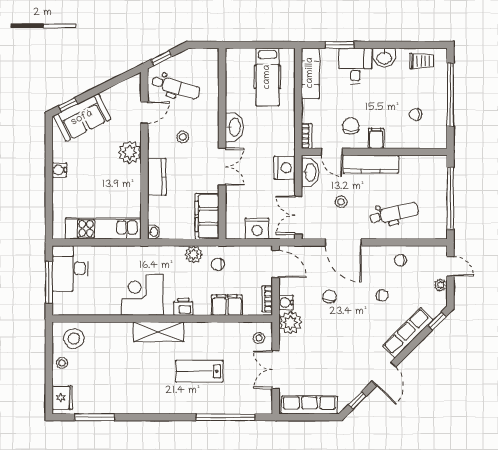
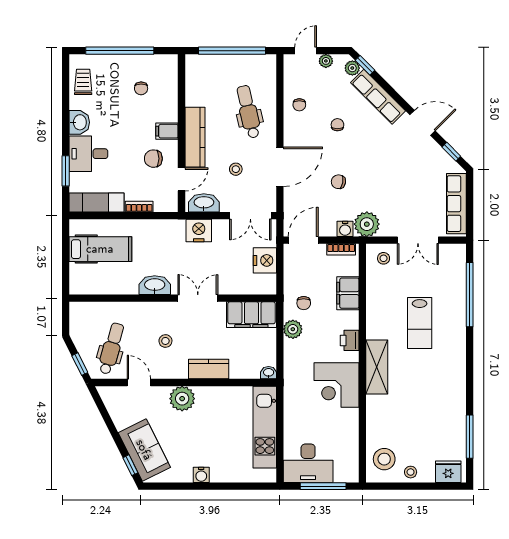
bookcase: (307, 136) -> (139, 207), moved
plant: (434, 309) -> (352, 68), added

